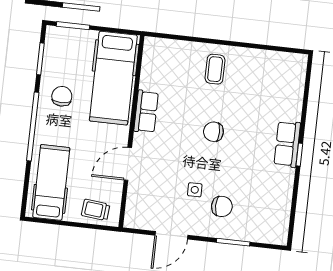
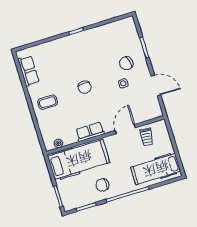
plant: (149, 59) -> (58, 143), added
row of seats: (287, 144) -> (28, 71), moved, turned -90
door: (128, 164) -> (125, 129), swing flipped
chair: (222, 206) -> (126, 63), turned -105
trolley: (96, 210) -> (147, 137), moved

